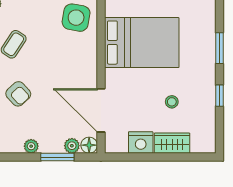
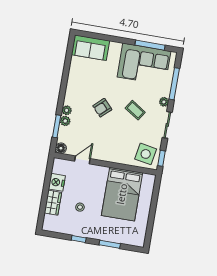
door: (101, 110) -> (82, 160), width x0.53
plant: (72, 146) -> (65, 121), moved

